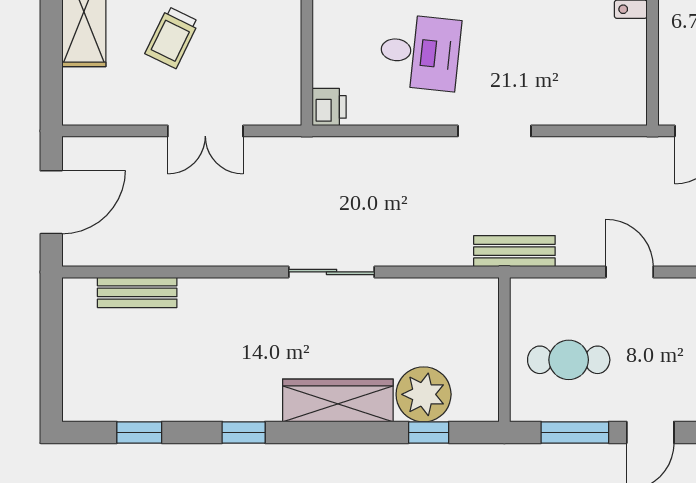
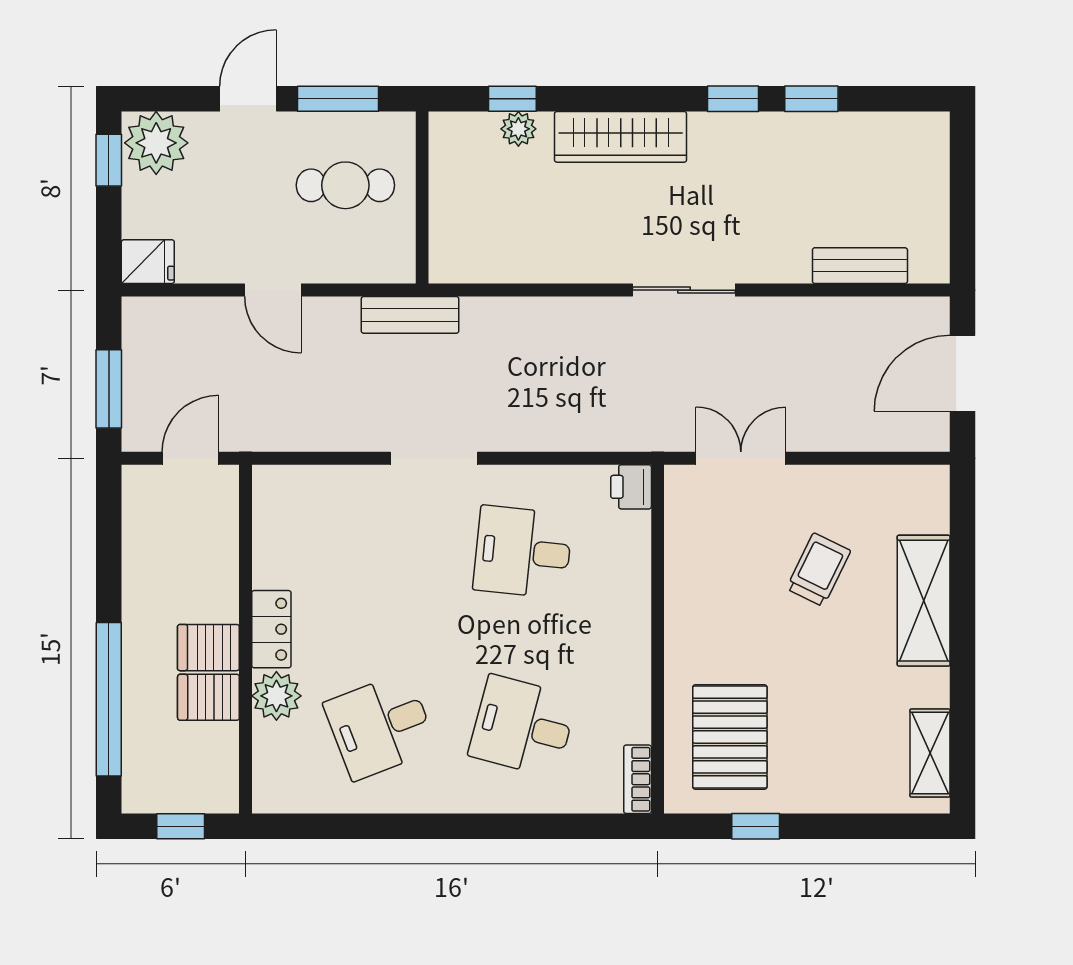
double door: (205, 131) -> (741, 458), moved
sliding door: (331, 272) -> (684, 290), moved
plant: (424, 394) -> (518, 129), width x0.53, depth x0.53
window: (139, 432) -> (811, 99), moved

